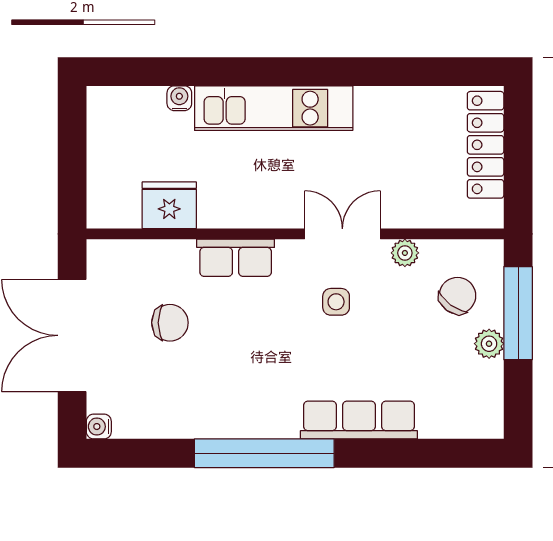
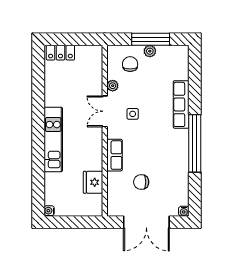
water cooler: (179, 98) -> (49, 211), moved
locker: (486, 145) -> (60, 53), width x0.66
chair: (457, 296) -> (130, 64), turned 54
window: (518, 313) -> (151, 39), moved
chair: (170, 323) -> (141, 182), turned -90

